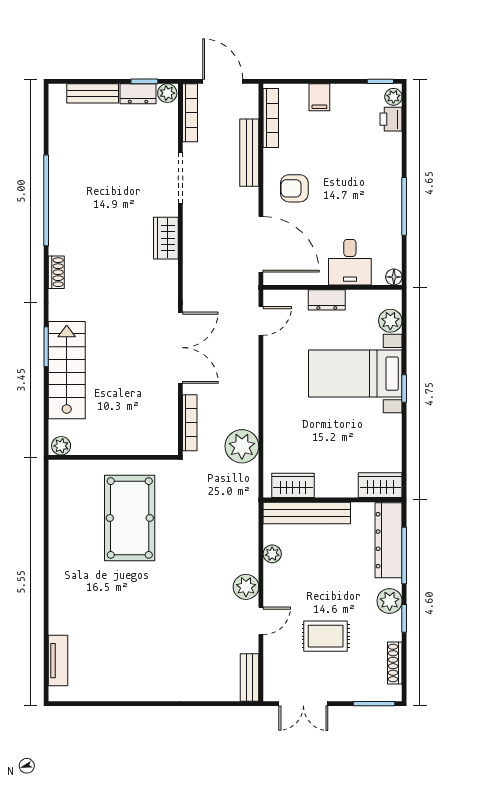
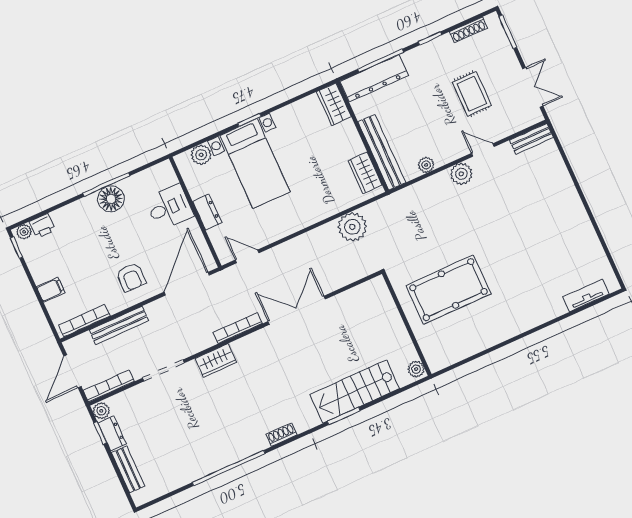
floor lamp: (394, 277) -> (111, 199), moved, width x1.89, depth x1.89
bookcase: (190, 423) -> (238, 328), moved
plant: (390, 601) -> (422, 56), removed

